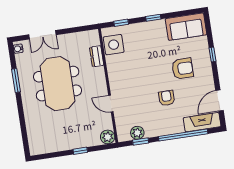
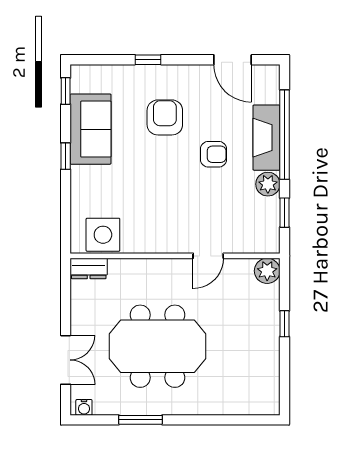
window: (121, 23) -> (66, 91), moved
sofa: (186, 27) -> (91, 129), moved
dresser: (97, 56) -> (89, 269), moved
armchair: (167, 98) -> (213, 154), turned 180
fireplace: (202, 122) -> (266, 138), moved
plant: (137, 133) -> (268, 184), moved

